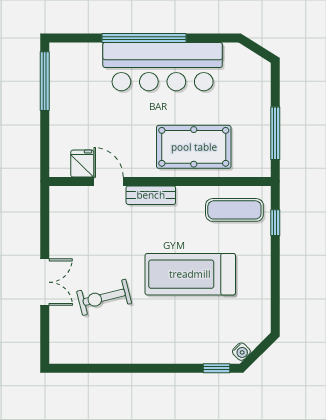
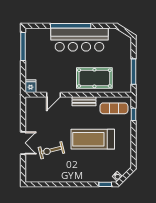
fridge: (82, 164) -> (30, 86), moved
door: (109, 181) -> (54, 95), swing flipped
bench: (151, 195) -> (84, 101), moved

